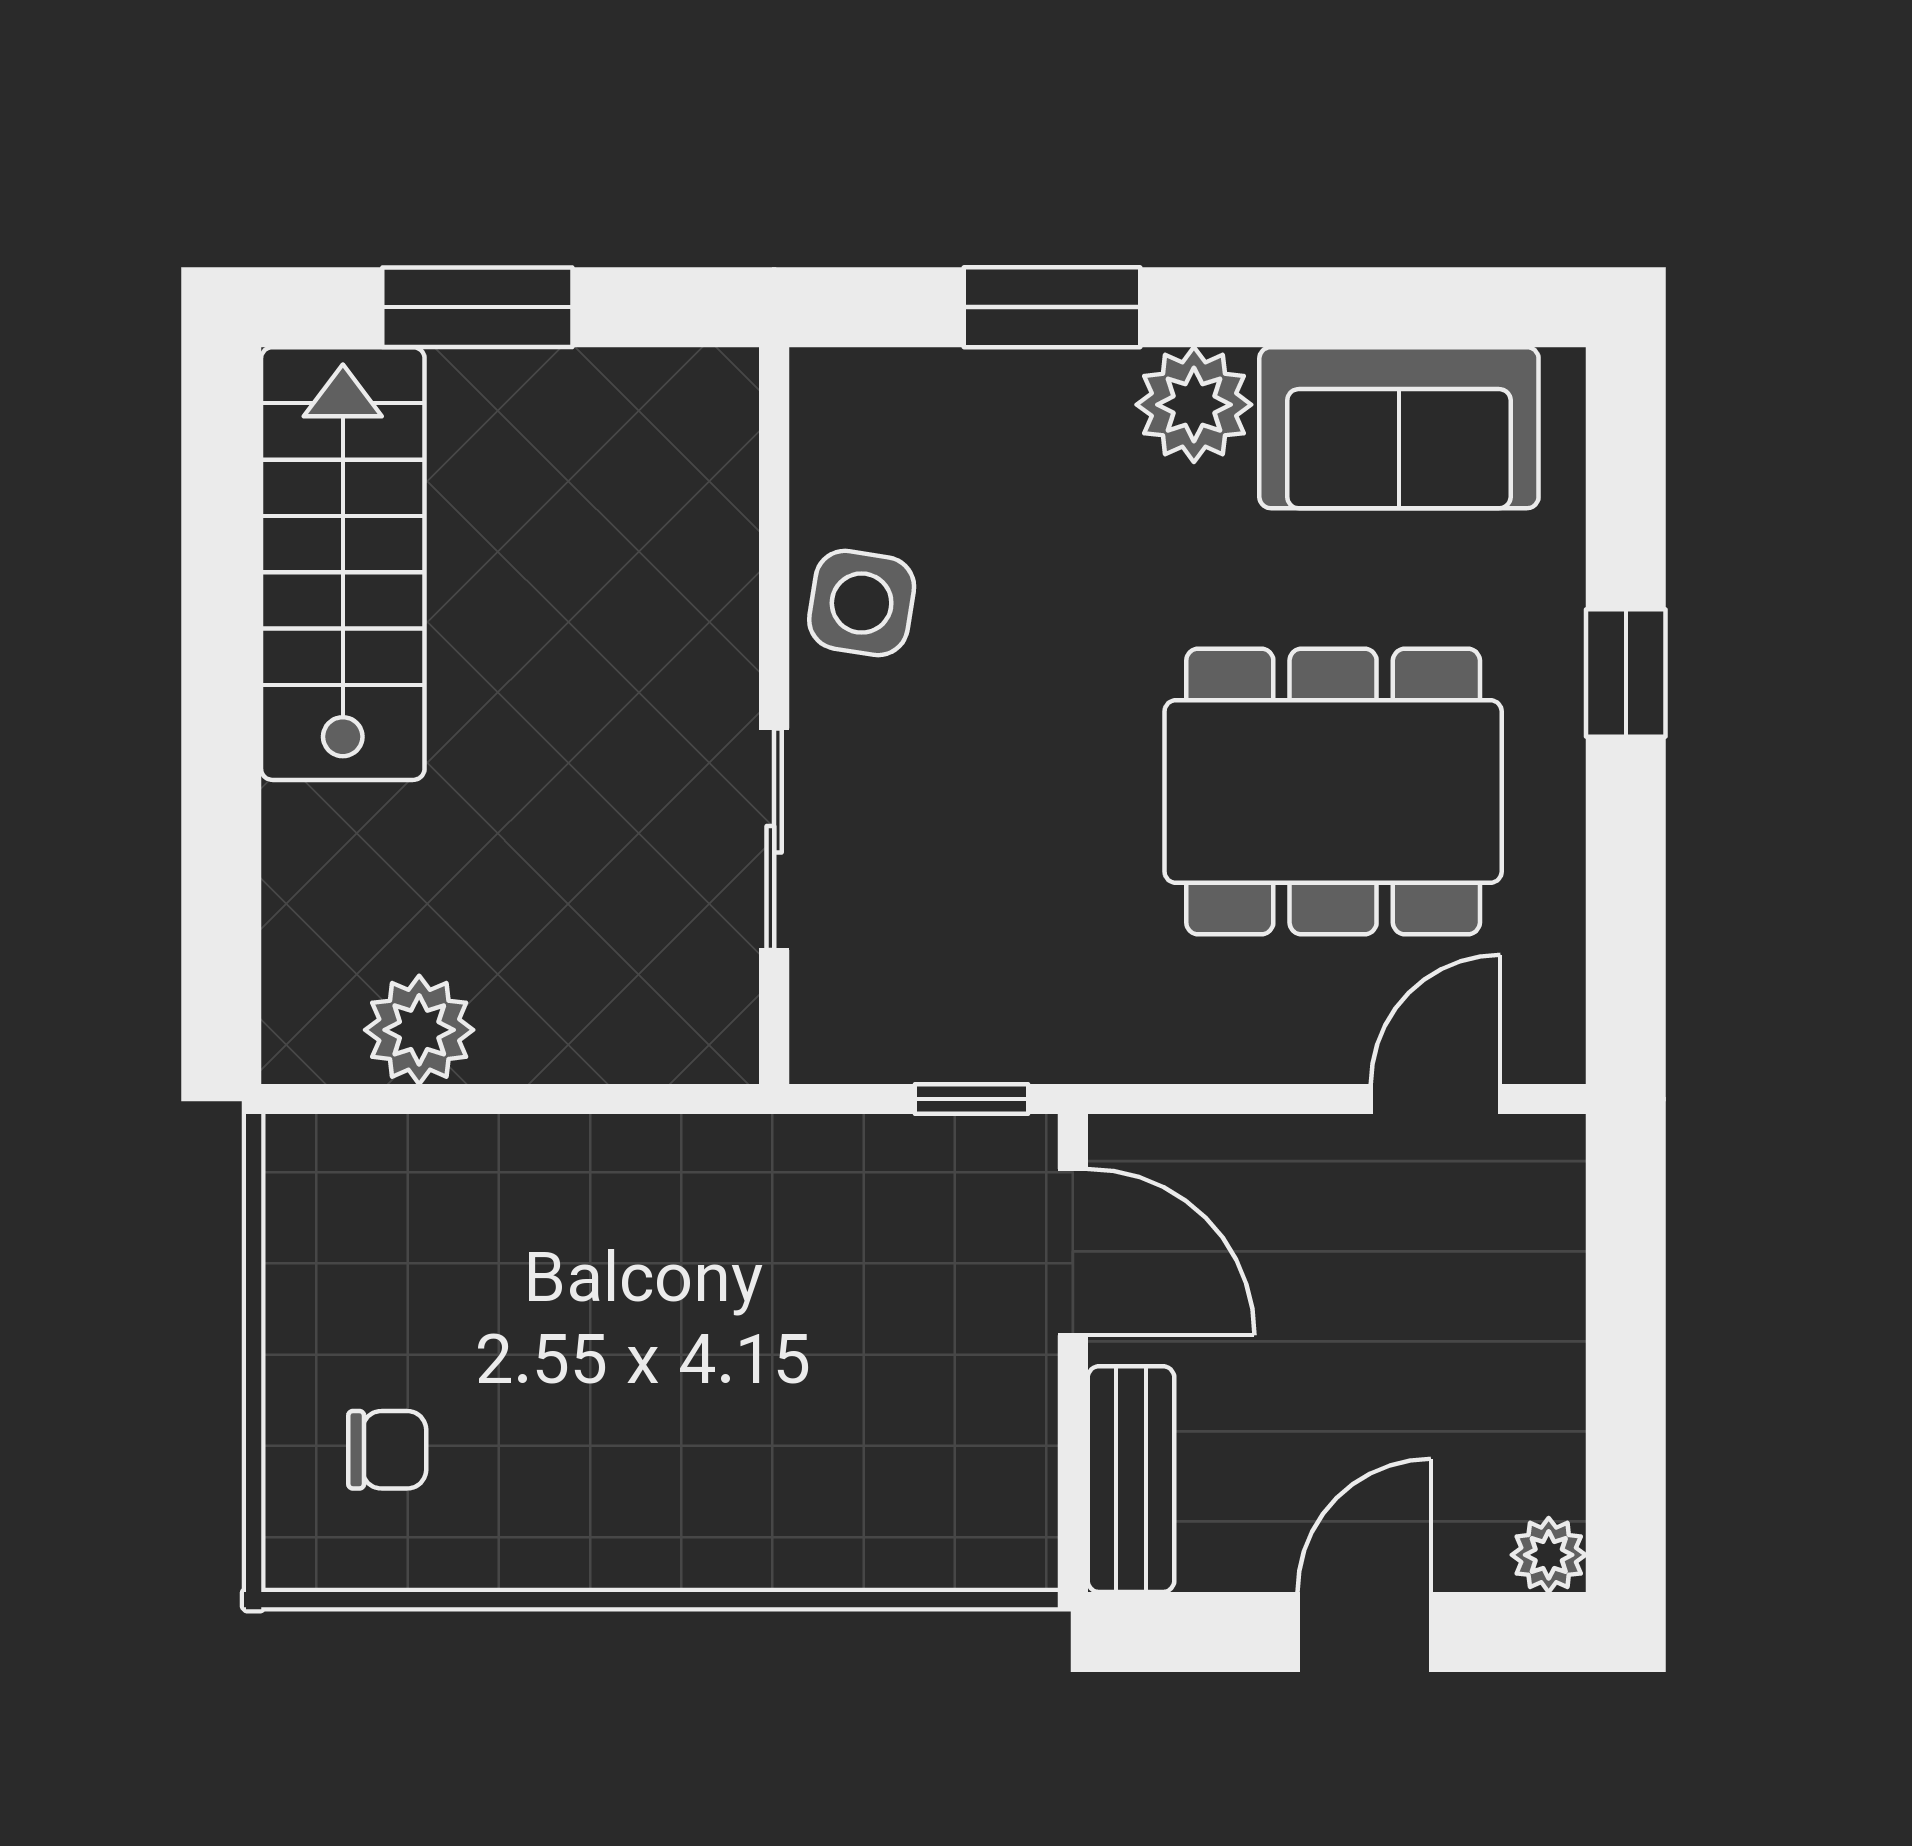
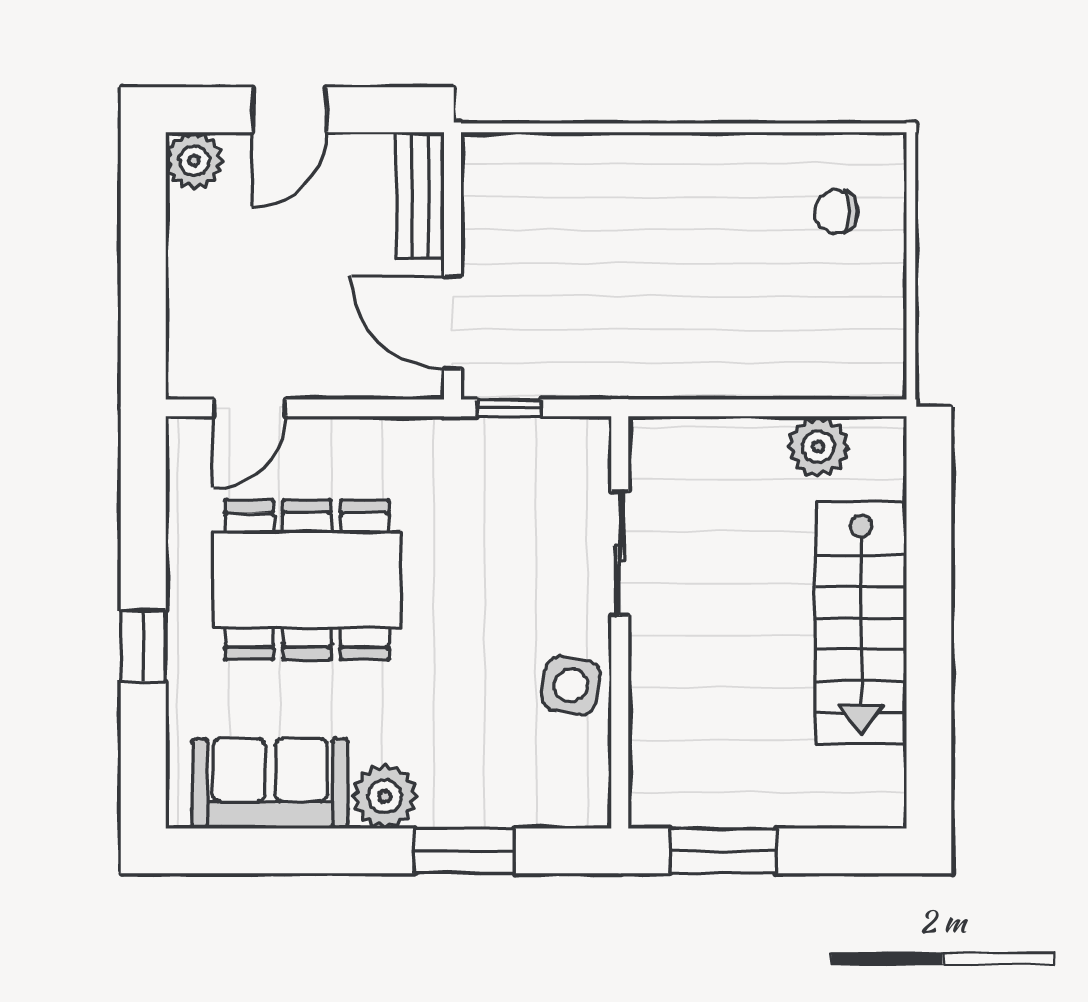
window: (477, 307) -> (723, 851), moved
stairs: (343, 564) -> (861, 623), moved
plant: (1549, 1555) -> (194, 161), width x1.38, depth x1.38

